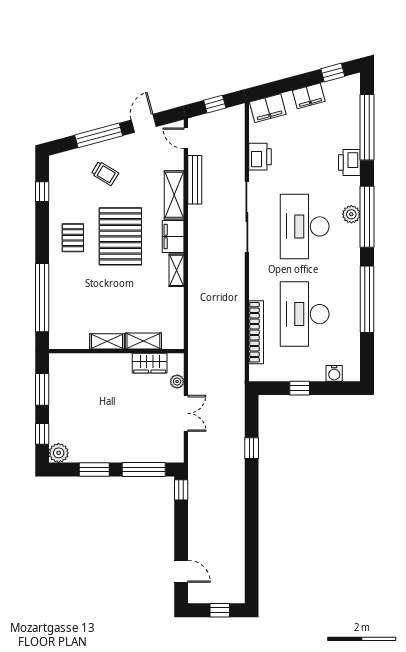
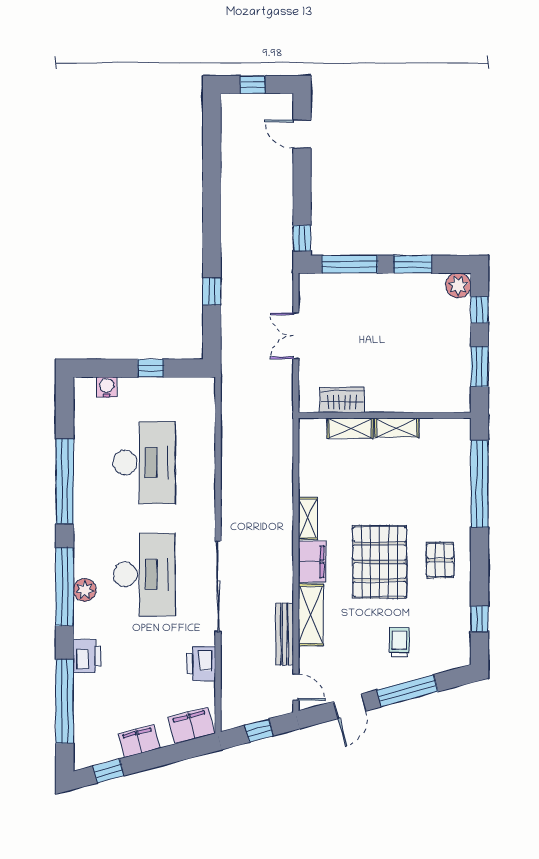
trolley: (105, 173) -> (399, 642), turned 59
bookcase: (256, 332) -> (206, 439), removed
plant: (177, 382) -> (307, 377), removed

